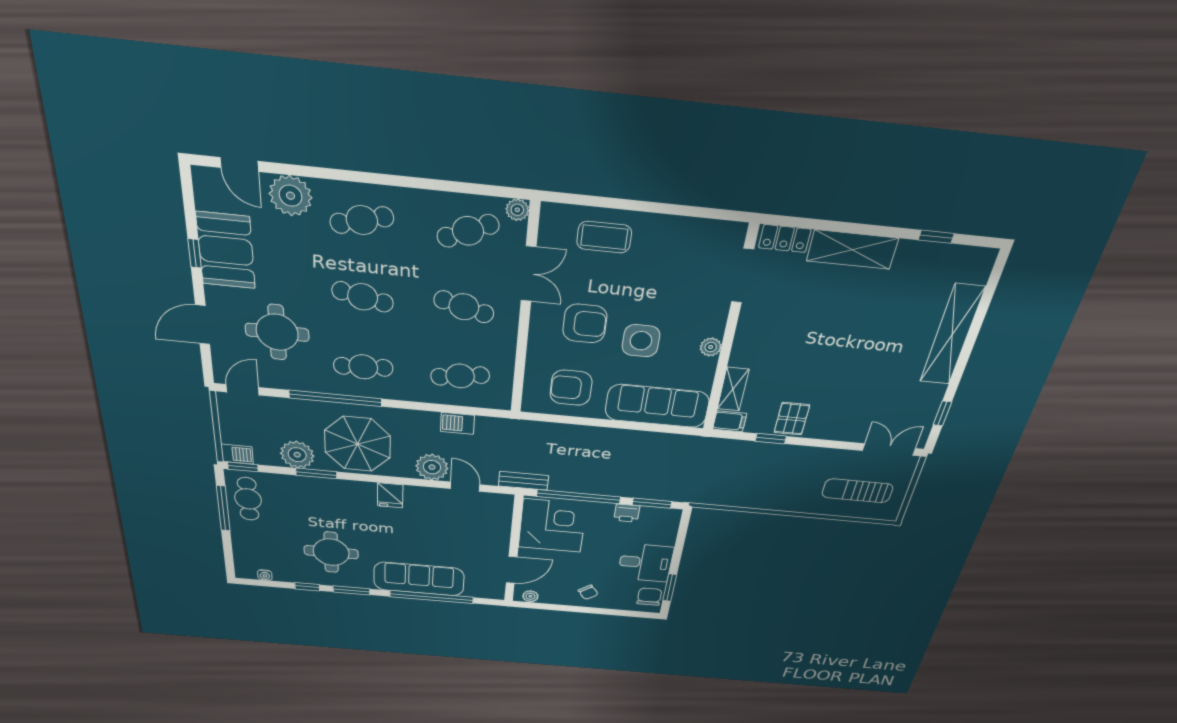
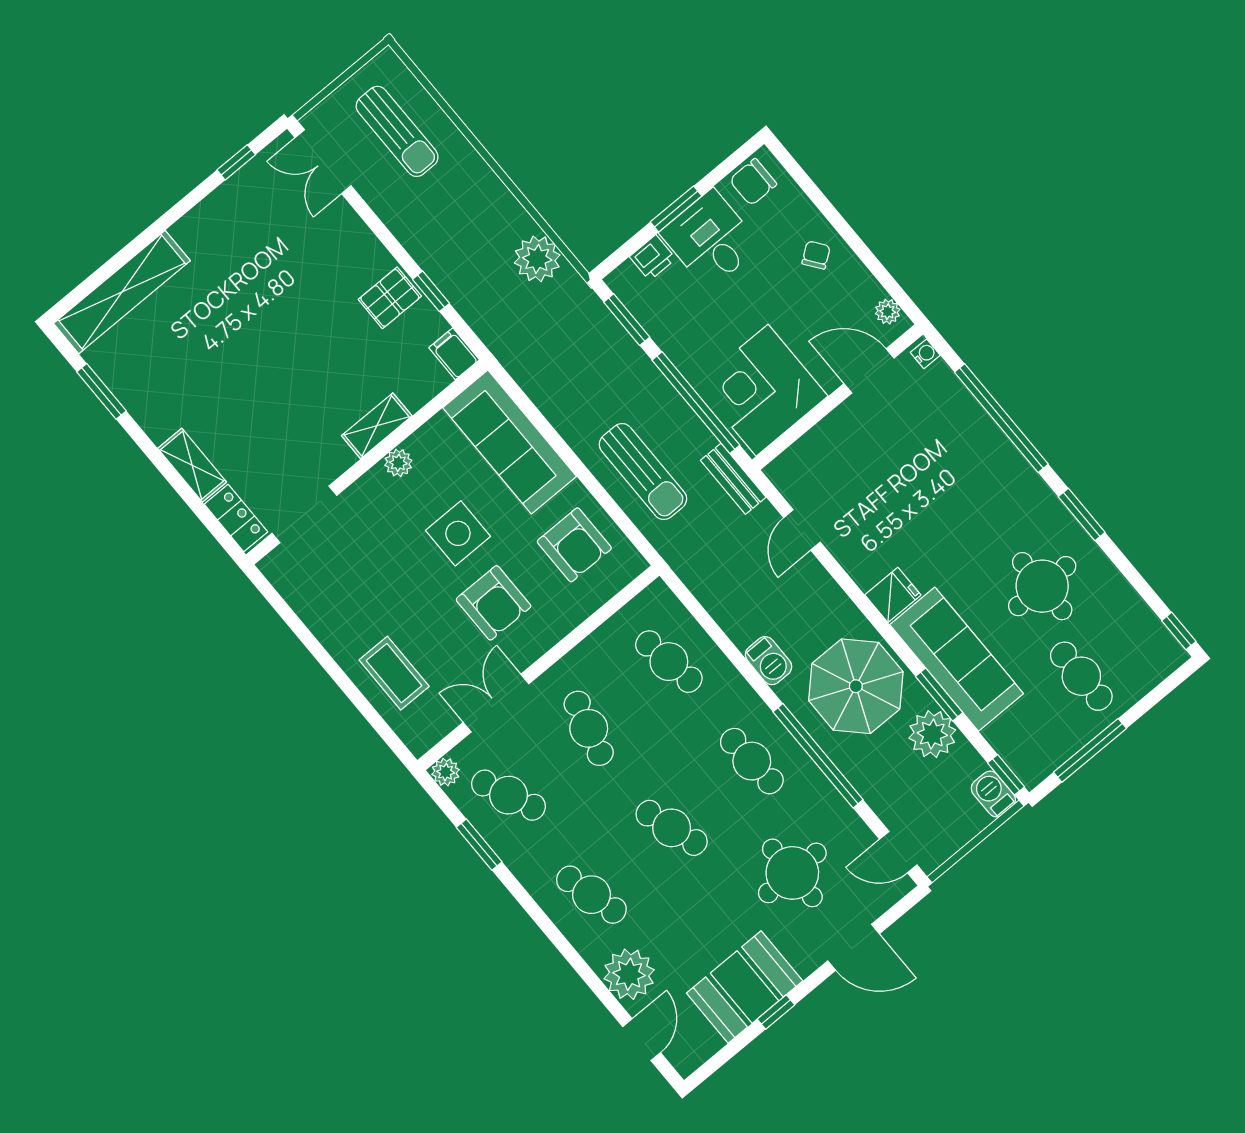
window: (454, 187) -> (479, 845), added
window: (936, 237) -> (101, 391), width x1.50
shelving: (852, 250) -> (192, 465), width x0.67, depth x0.75
cafe table: (363, 297) -> (672, 828), turned -30
armchair: (585, 324) -> (494, 603), turned 180
shelving: (952, 335) -> (122, 292), moved
shelving: (733, 389) -> (377, 426), moved
barbecue: (457, 423) -> (769, 661), moved
sun lounger: (572, 448) -> (643, 472), added
plant: (432, 467) -> (537, 259), moved
cafe table: (248, 499) -> (1081, 676), moved, turned 90
printer: (627, 513) -> (653, 258), moved, turned 90
water cooler: (265, 575) -> (925, 354), moved
sofa: (419, 579) -> (957, 659), moved, turned 180
window: (307, 587) -> (1179, 631), moved
window: (670, 588) -> (676, 209), moved

